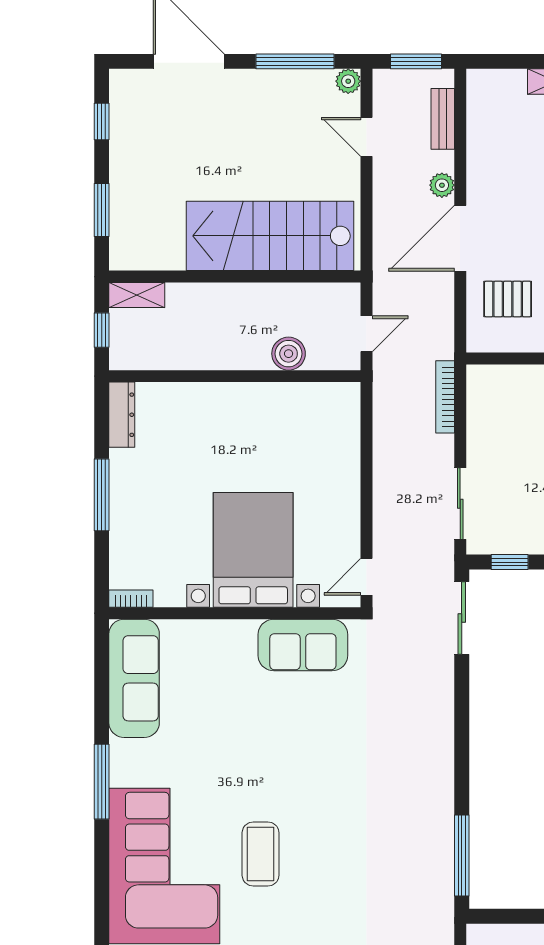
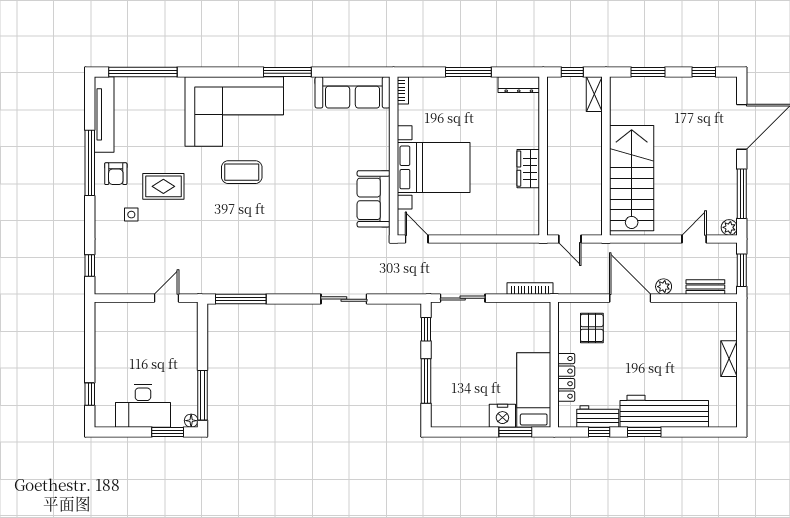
boiler: (289, 354) -> (557, 190), removed
wardrobe: (255, 400) -> (528, 169), added
sliding door: (462, 618) -> (344, 299), moved

